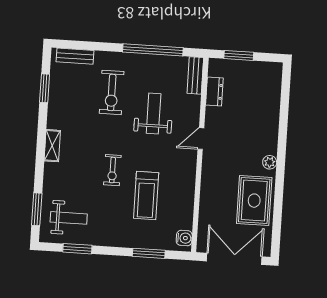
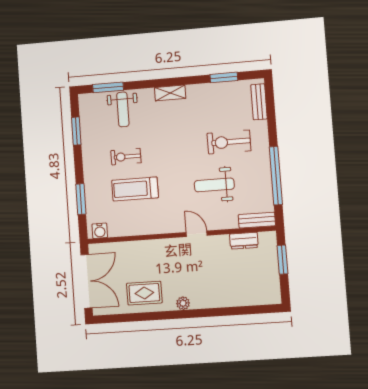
weight bench: (154, 114) -> (214, 185), turned 180
exercise bike: (112, 170) -> (126, 157), moved
rug: (254, 201) -> (144, 293), width x0.73, depth x0.70
weight bench: (69, 218) -> (123, 109), moved

